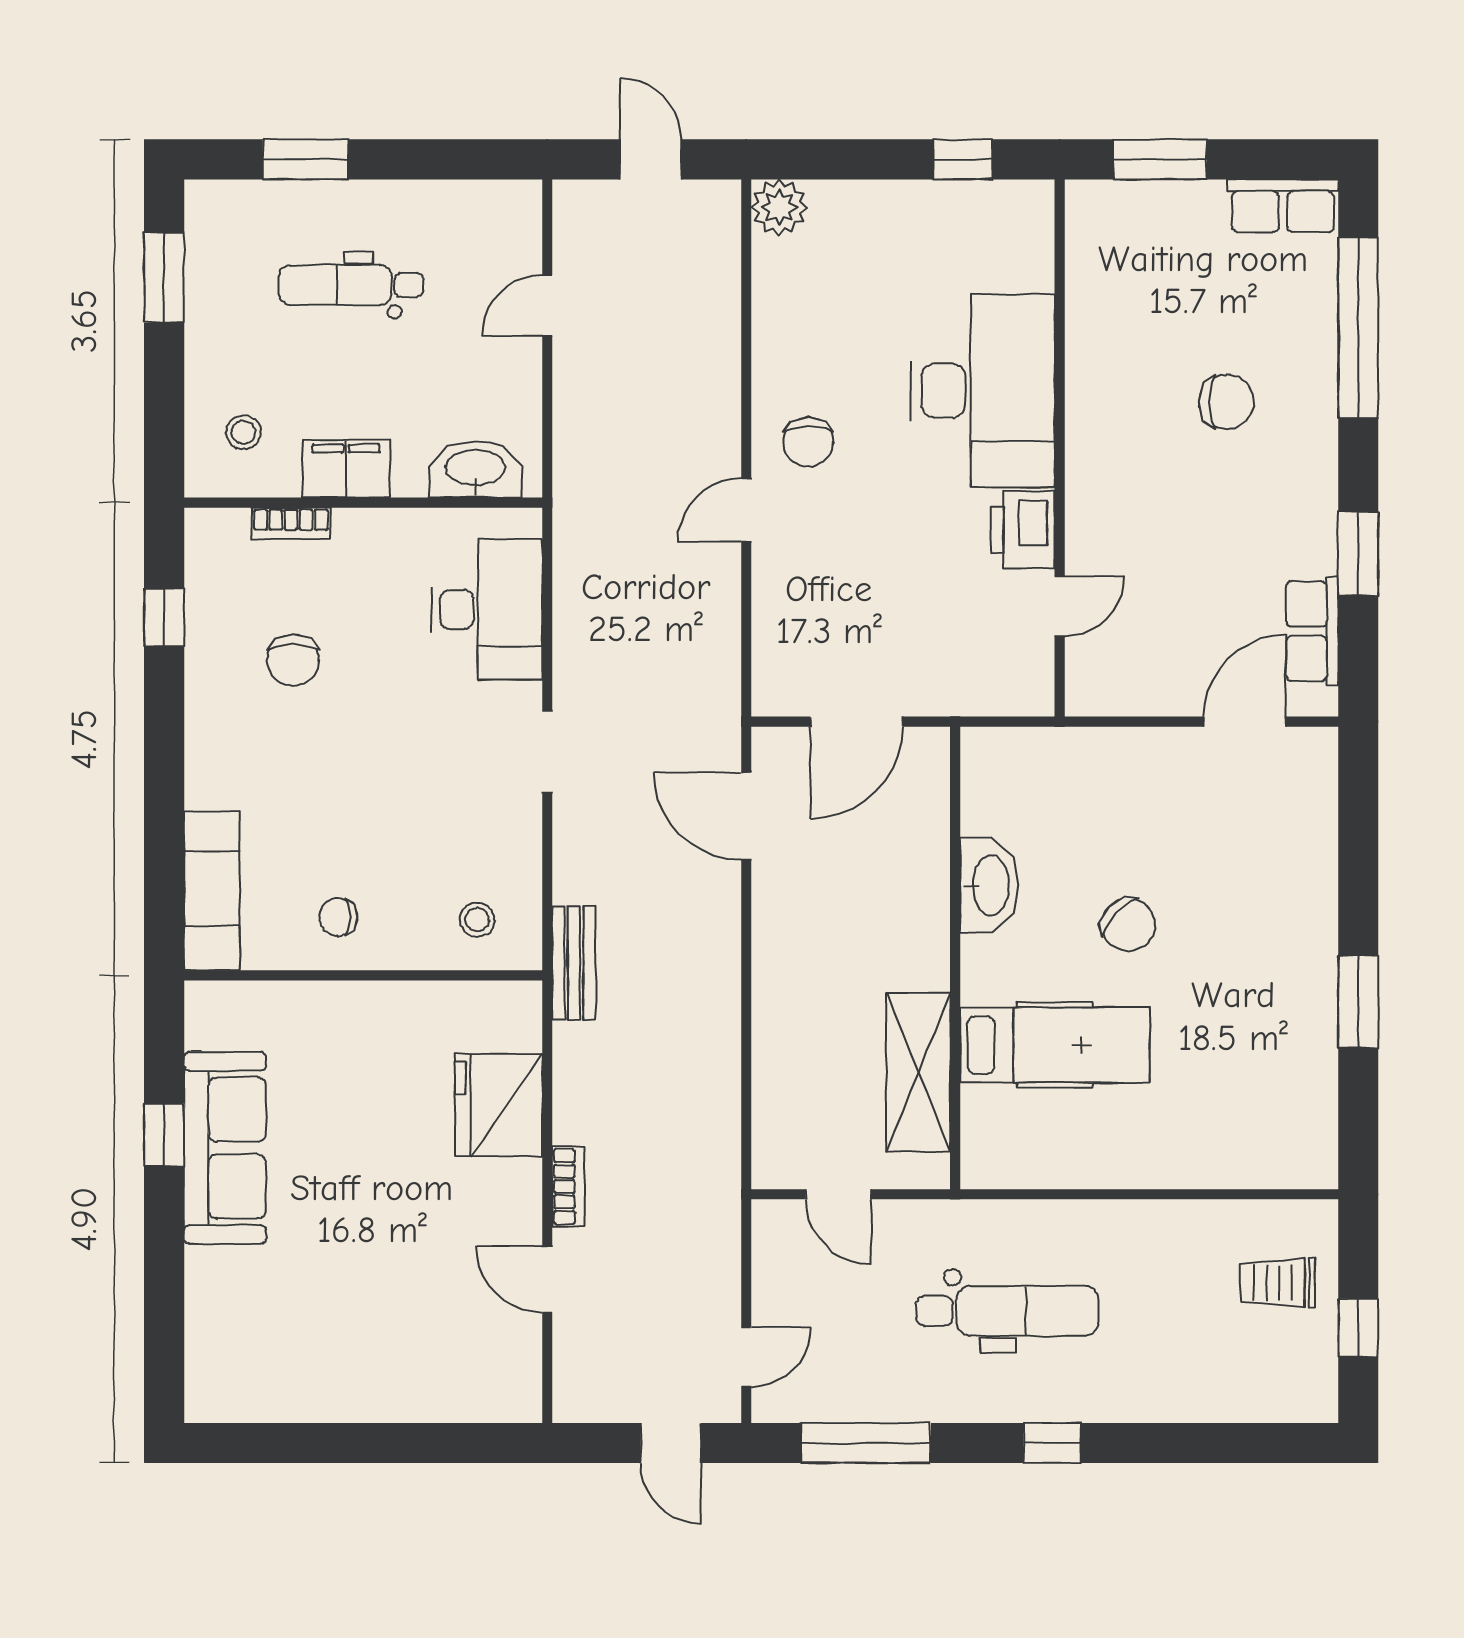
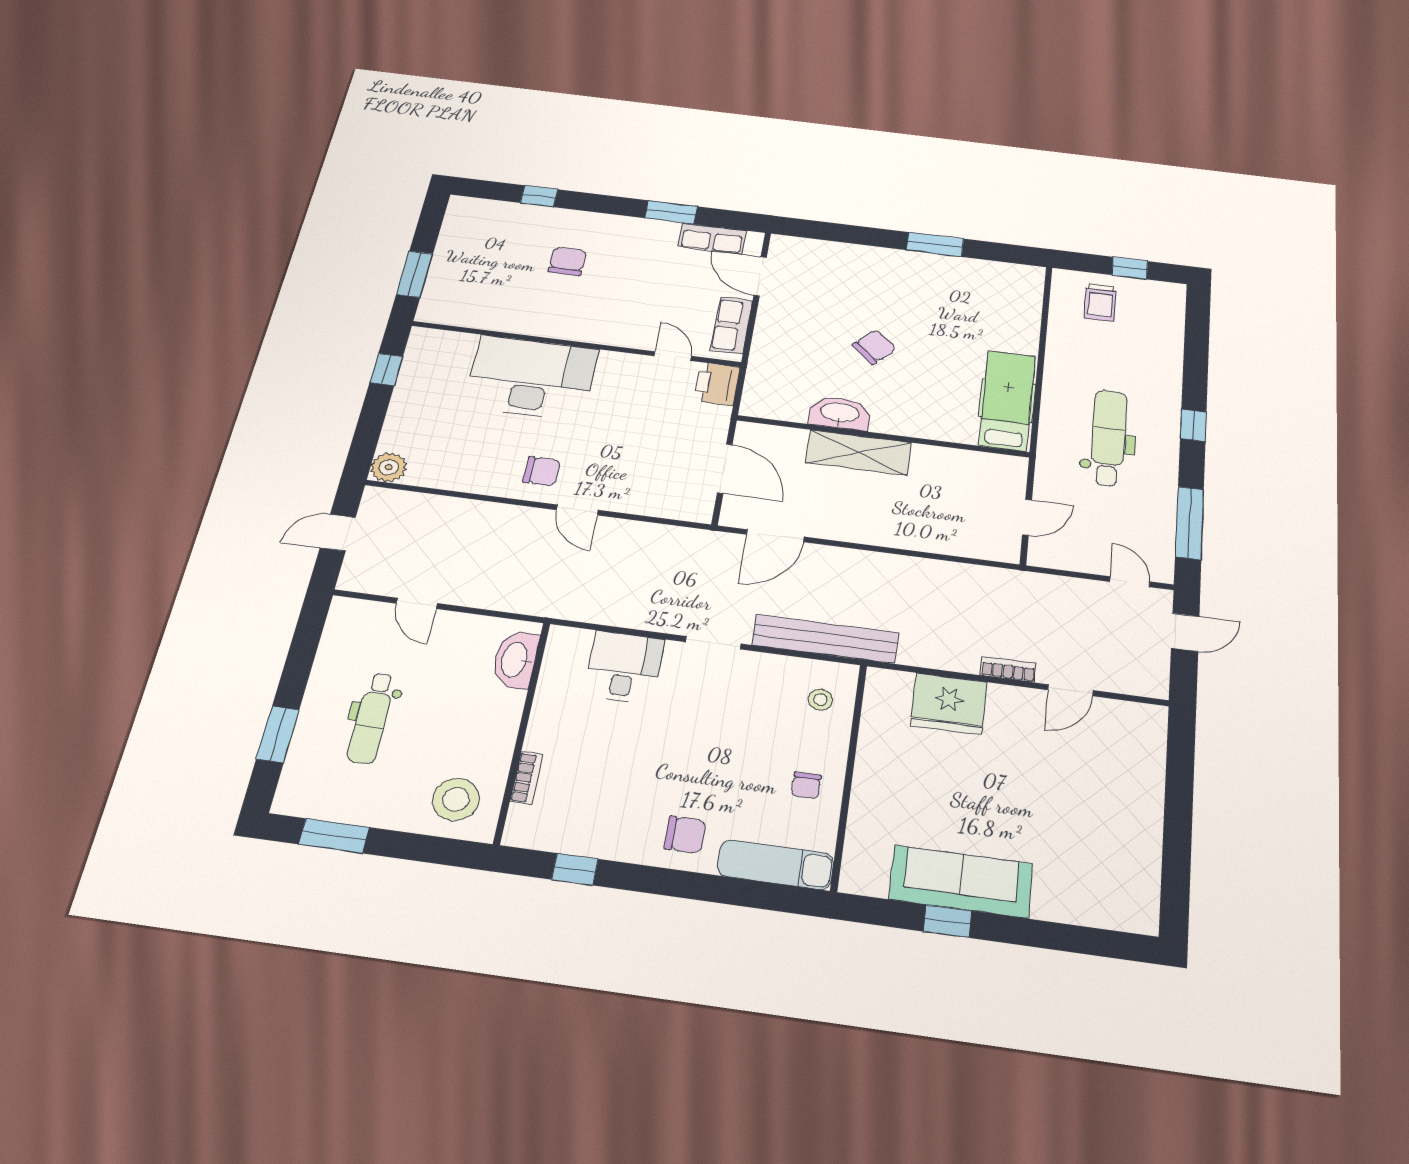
row of seats: (1283, 206) -> (731, 325), moved, turned 180
window: (1358, 328) -> (539, 196), width x0.32
stool: (243, 432) -> (456, 799), width x1.89, depth x1.89
filing cabinet: (346, 469) -> (497, 738), removed
printer: (1023, 530) -> (717, 384), moved, turned 90
desk: (487, 609) -> (624, 667), width x0.73
chair: (293, 660) -> (685, 835), moved
bench: (574, 963) -> (825, 639), width x1.86, depth x1.21
hospital bed: (1055, 1045) -> (1007, 400), moved
shelving: (918, 1072) -> (858, 453), moved

